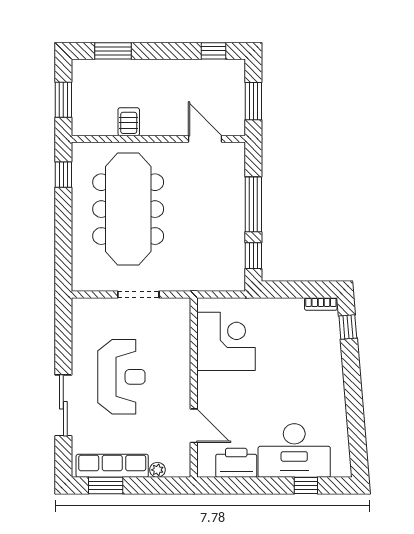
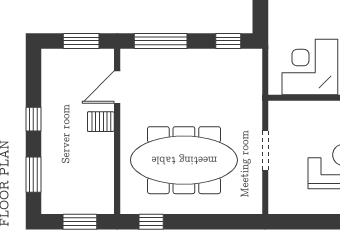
window: (214, 51) -> (33, 119), moved
server rack: (129, 122) -> (101, 122), moved
window: (253, 204) -> (161, 41), moved

